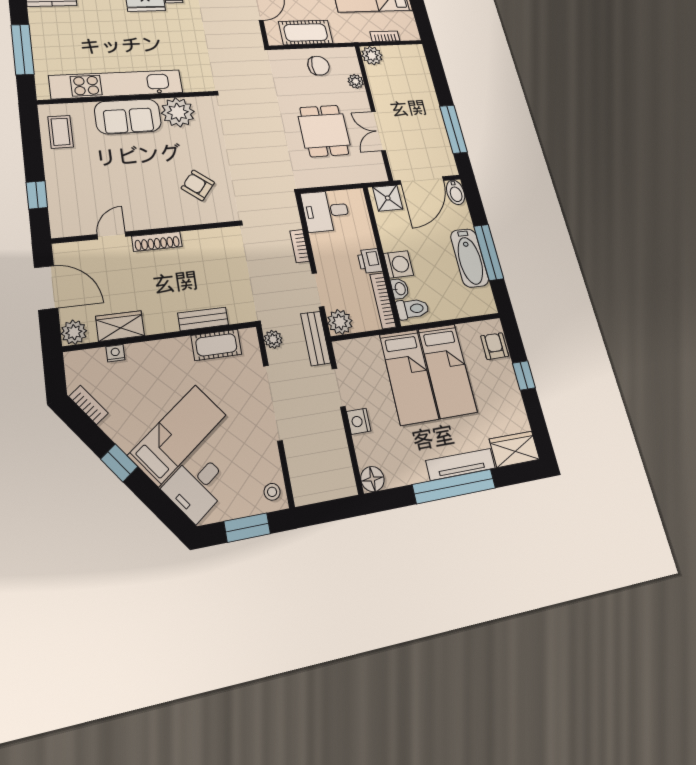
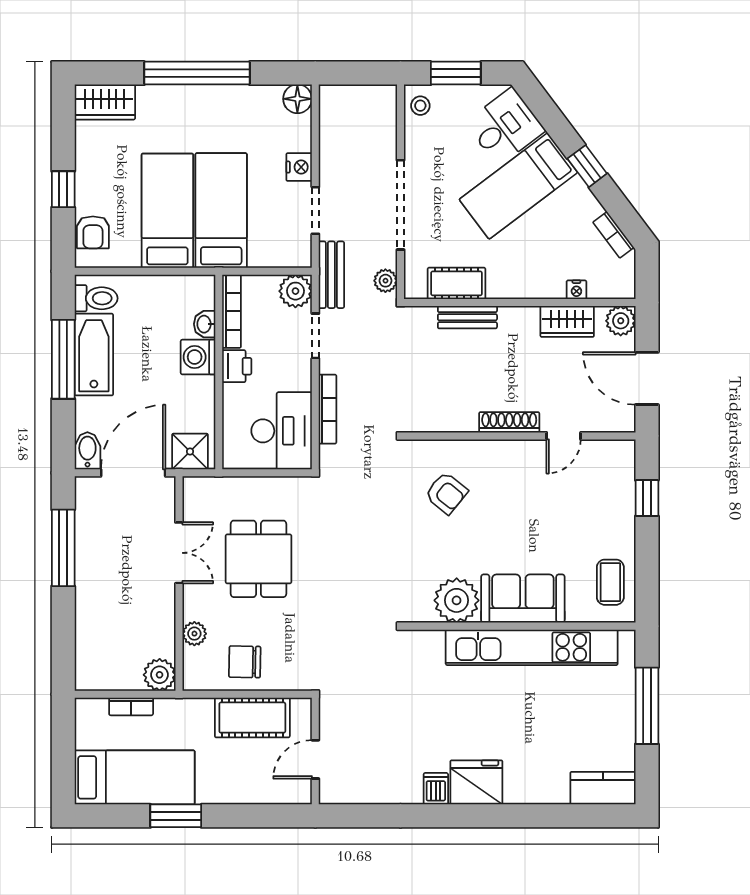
desk: (326, 211) -> (282, 431), width x1.37
bookcase: (300, 246) -> (328, 409), width x1.56
toilet: (413, 309) -> (96, 298), moved, turned 180
tv unit: (461, 464) -> (181, 96), removed

